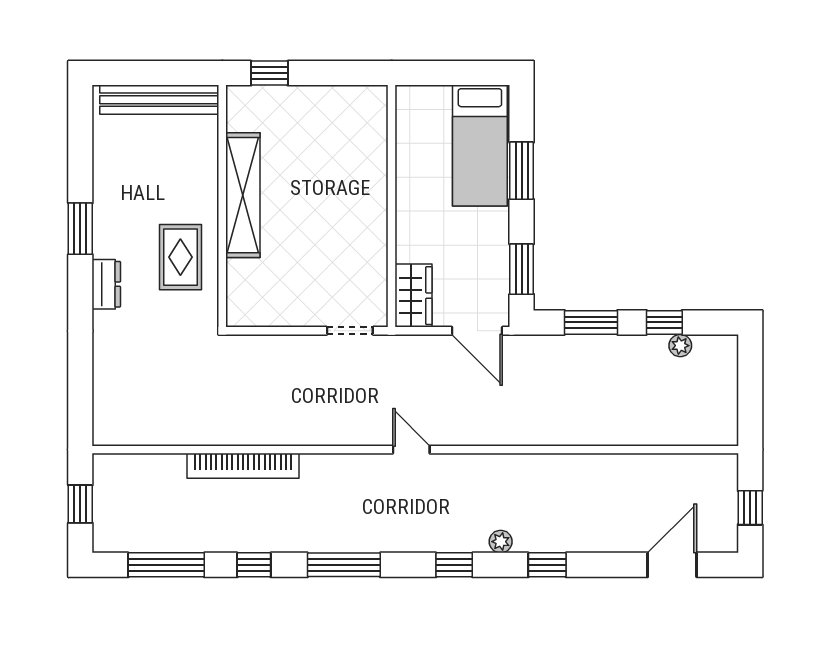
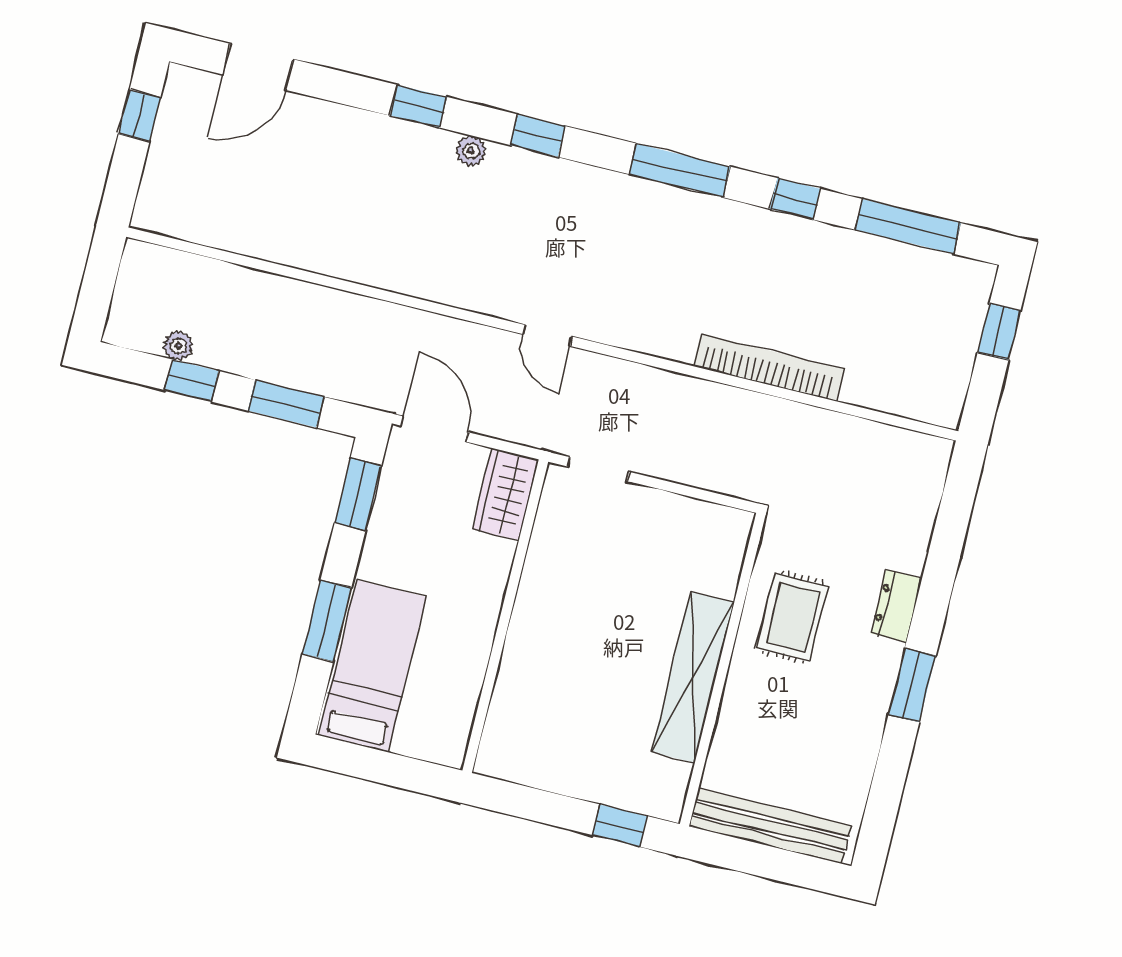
door: (411, 450) -> (547, 335), moved
wall: (415, 450) -> (542, 334), moved
bookcase: (243, 466) -> (769, 367), moved

